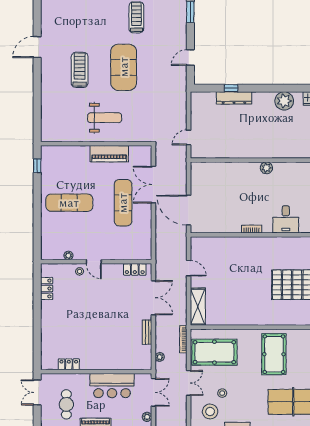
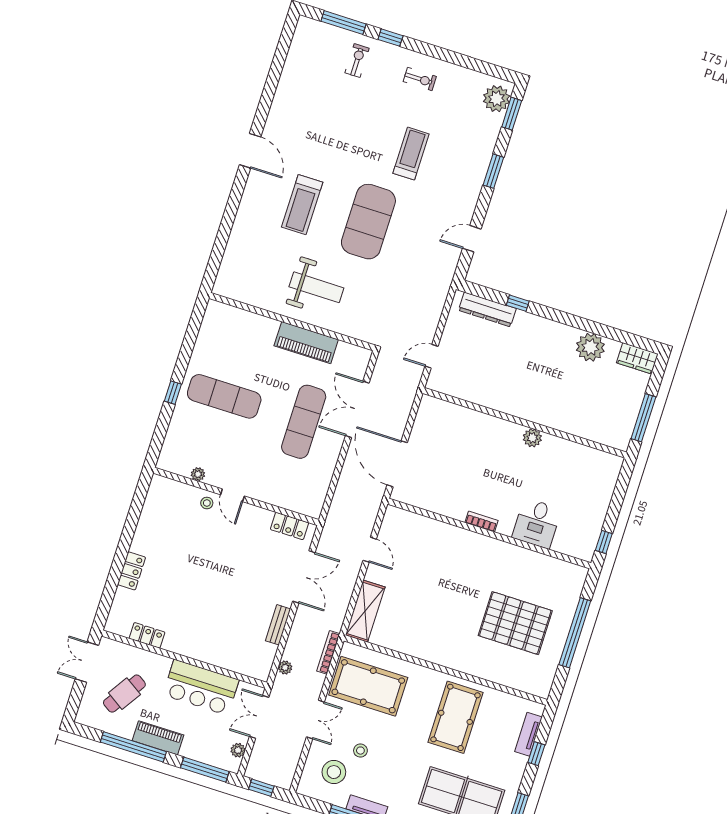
door: (37, 47) -> (250, 151), swing flipped
treadmill: (80, 70) -> (302, 205), turned 180
dresser: (234, 98) -> (487, 309), moved
window: (37, 166) -> (173, 393), moved
locker: (47, 288) -> (131, 571), moved
double door: (153, 392) -> (259, 717), swing flipped
cafe table: (66, 404) -> (124, 694), turned 33

